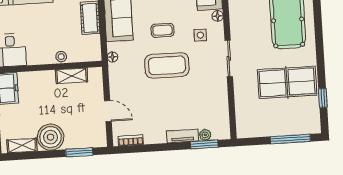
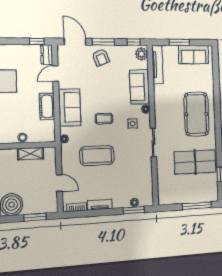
coffee table: (167, 65) -> (97, 156), moved
tv unit: (182, 136) -> (100, 205), moved

